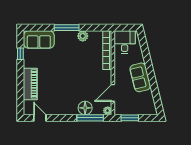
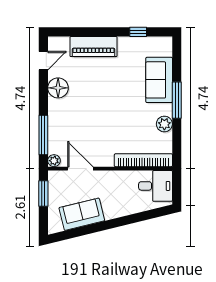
sofa: (39, 40) -> (159, 80), moved
sofa: (140, 77) -> (82, 214), moved
floor lamp: (85, 108) -> (58, 88), moved

